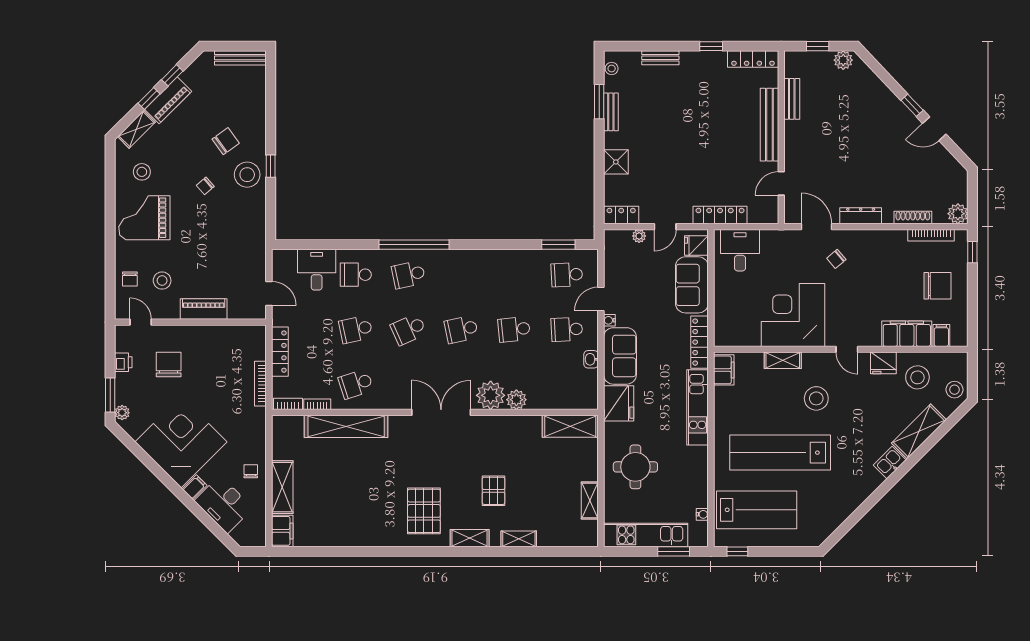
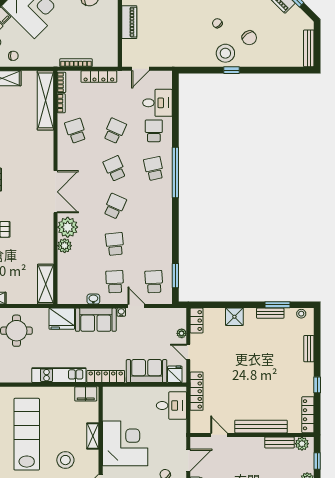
plant: (793, 68) -> (302, 444), added
school desk: (356, 329) -> (115, 131), turned 36
school desk: (461, 329) -> (115, 206), turned 36
shelving: (346, 426) -> (45, 100), moved

